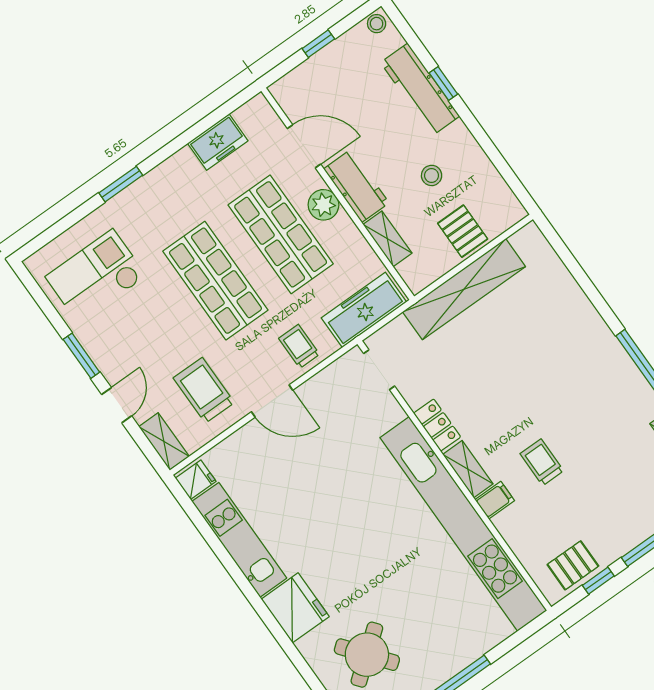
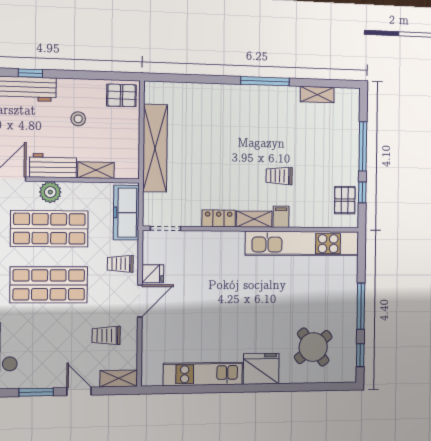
pallet: (463, 231) -> (122, 95), moved
trolley: (204, 390) -> (106, 335), width x0.73, depth x0.72
fridge: (196, 480) -> (153, 274), moved, turned 90
kitchen unit: (463, 524) -> (302, 244), width x0.73

